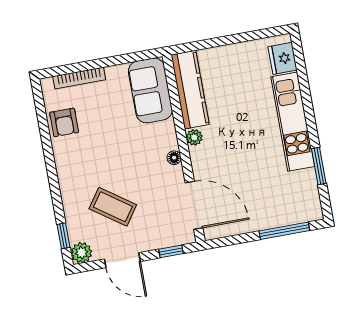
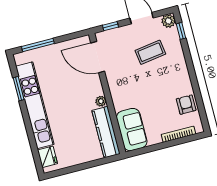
kitchen unit: (293, 122) -> (35, 105), width x1.36
floor lamp: (174, 158) -> (113, 87), removed
coffee table: (113, 207) -> (150, 52), turned -43

